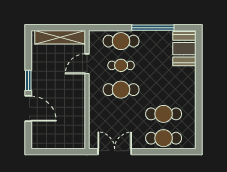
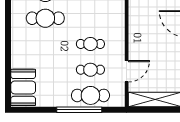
window: (153, 28) -> (79, 110), moved
cafe table: (121, 90) -> (90, 44), width x0.73, depth x0.74

